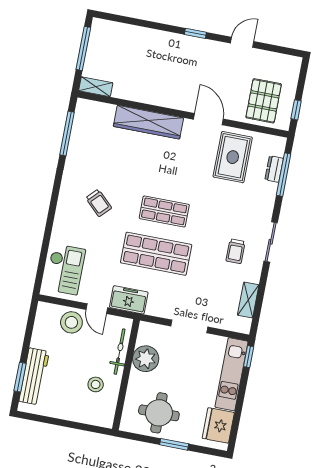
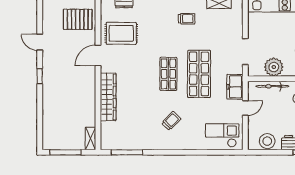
stool: (71, 322) -> (267, 141), moved
doorway: (189, 326) -> (245, 51), moved

